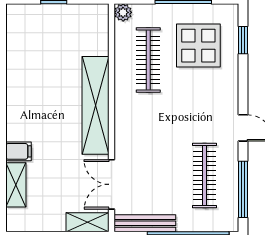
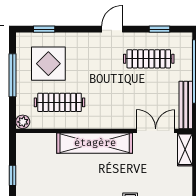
double door: (111, 184) -> (156, 131), swing flipped
window: (243, 189) -> (160, 29), width x0.46

